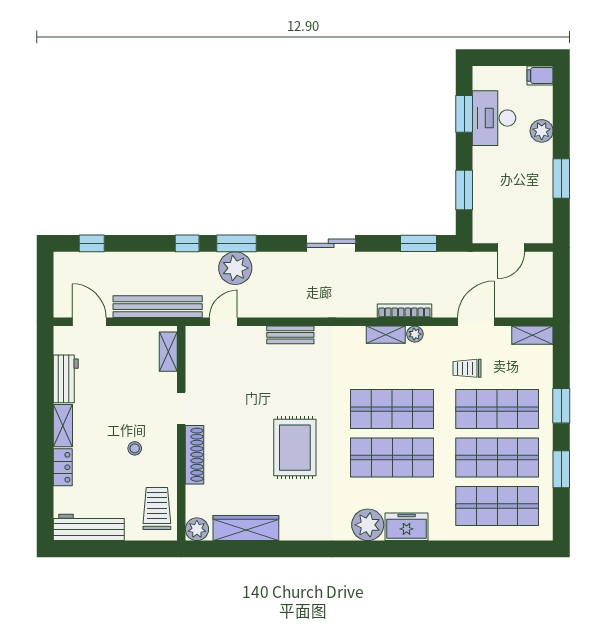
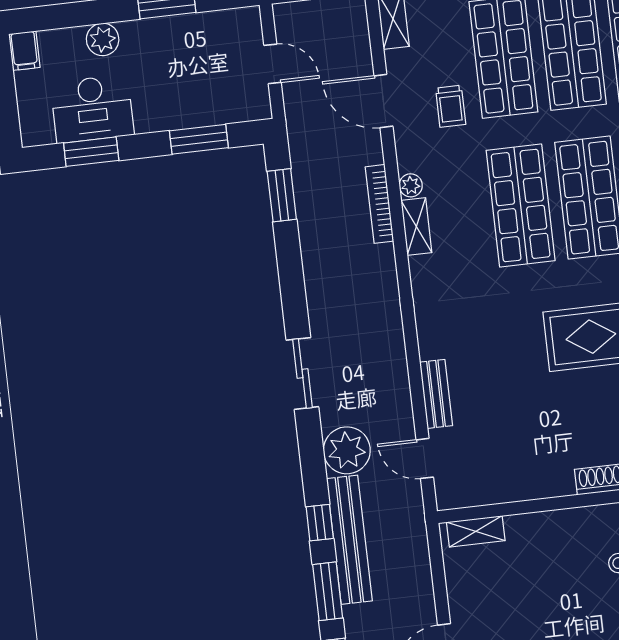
window: (236, 243) -> (328, 591), moved
sliding door: (331, 243) -> (302, 373), moved
bench: (158, 307) -> (349, 540), moved
bench: (290, 335) -> (436, 394), moved
doorway: (181, 408) -> (554, 504), removed

